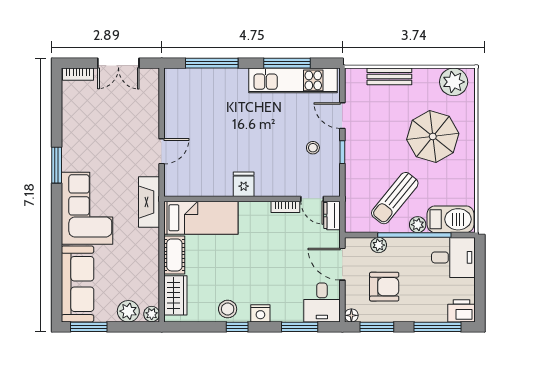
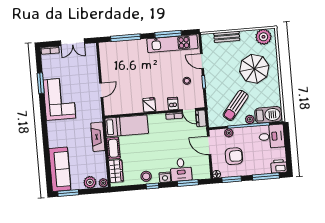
window: (57, 165) -> (41, 83), moved
dishwasher: (285, 186) -> (173, 104), added
fireplace: (149, 202) -> (98, 137), moved
corner sofa: (87, 208) -> (59, 99), moved
desk: (322, 303) -> (181, 170), moved

